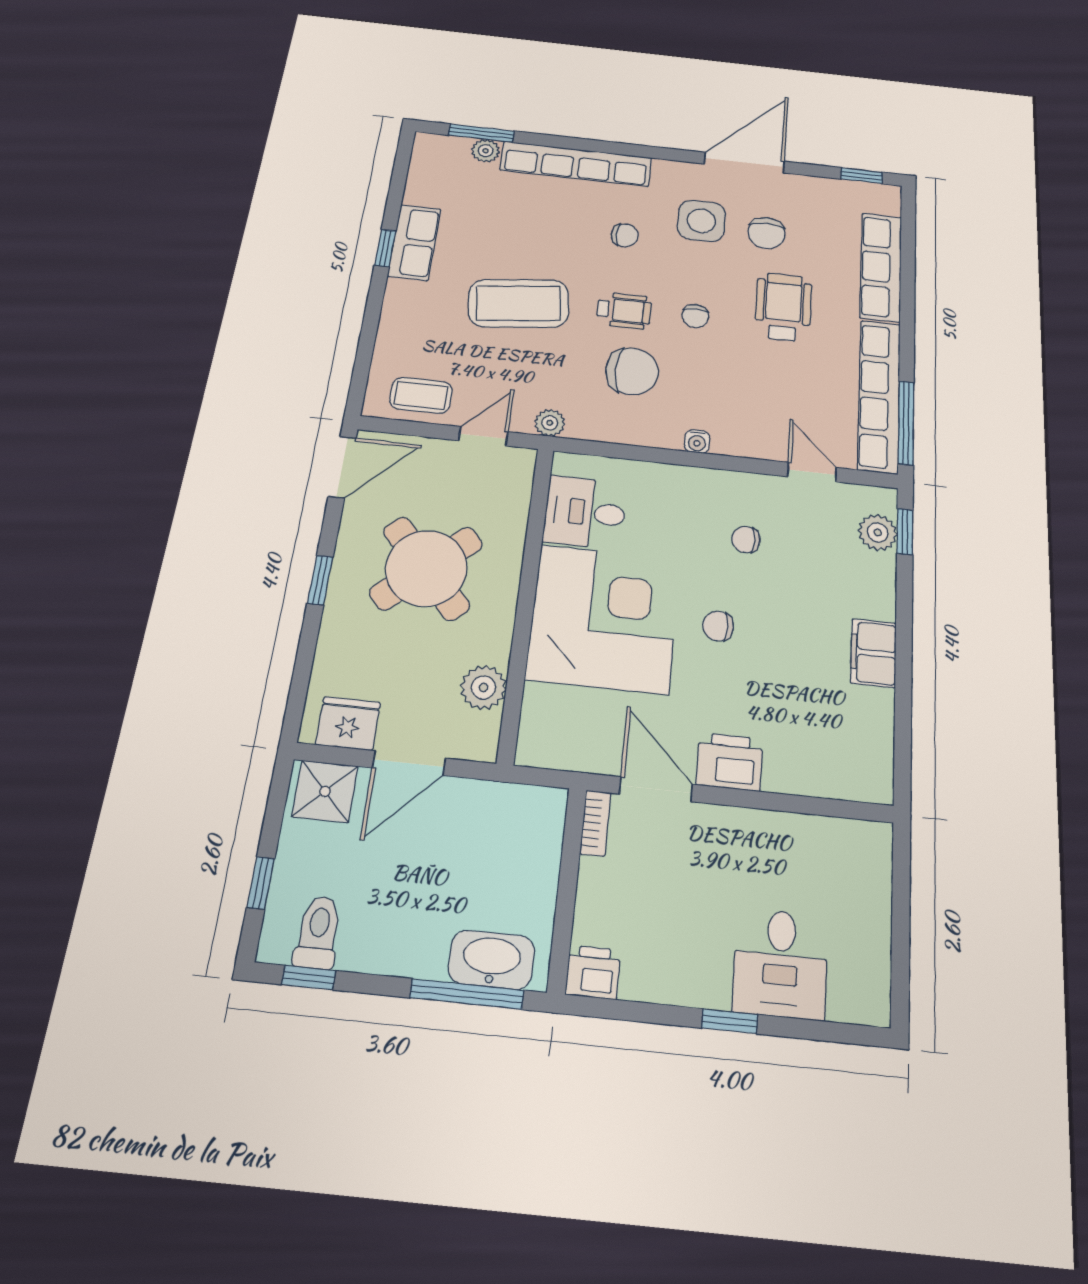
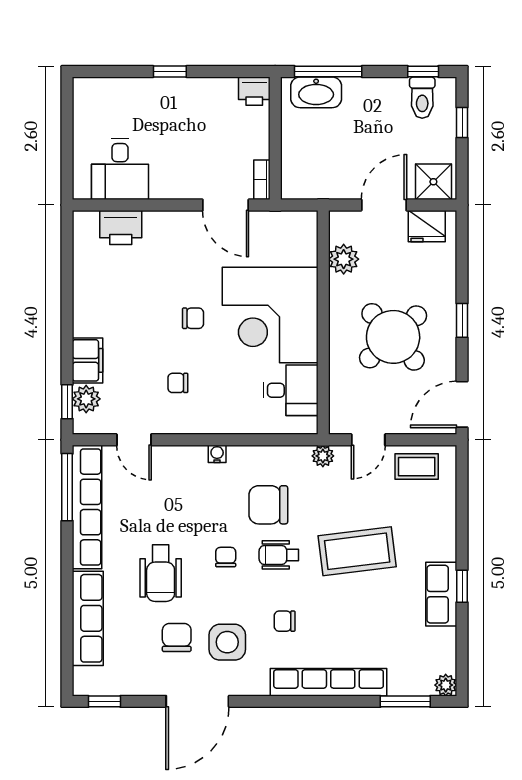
plant: (486, 151) -> (446, 685), moved
chair: (746, 540) -> (178, 383), turned 180
filing cabinet: (873, 653) -> (87, 360), moved
printer: (729, 762) -> (121, 227), moved
desk: (780, 963) -> (120, 169), moved, turned 180

